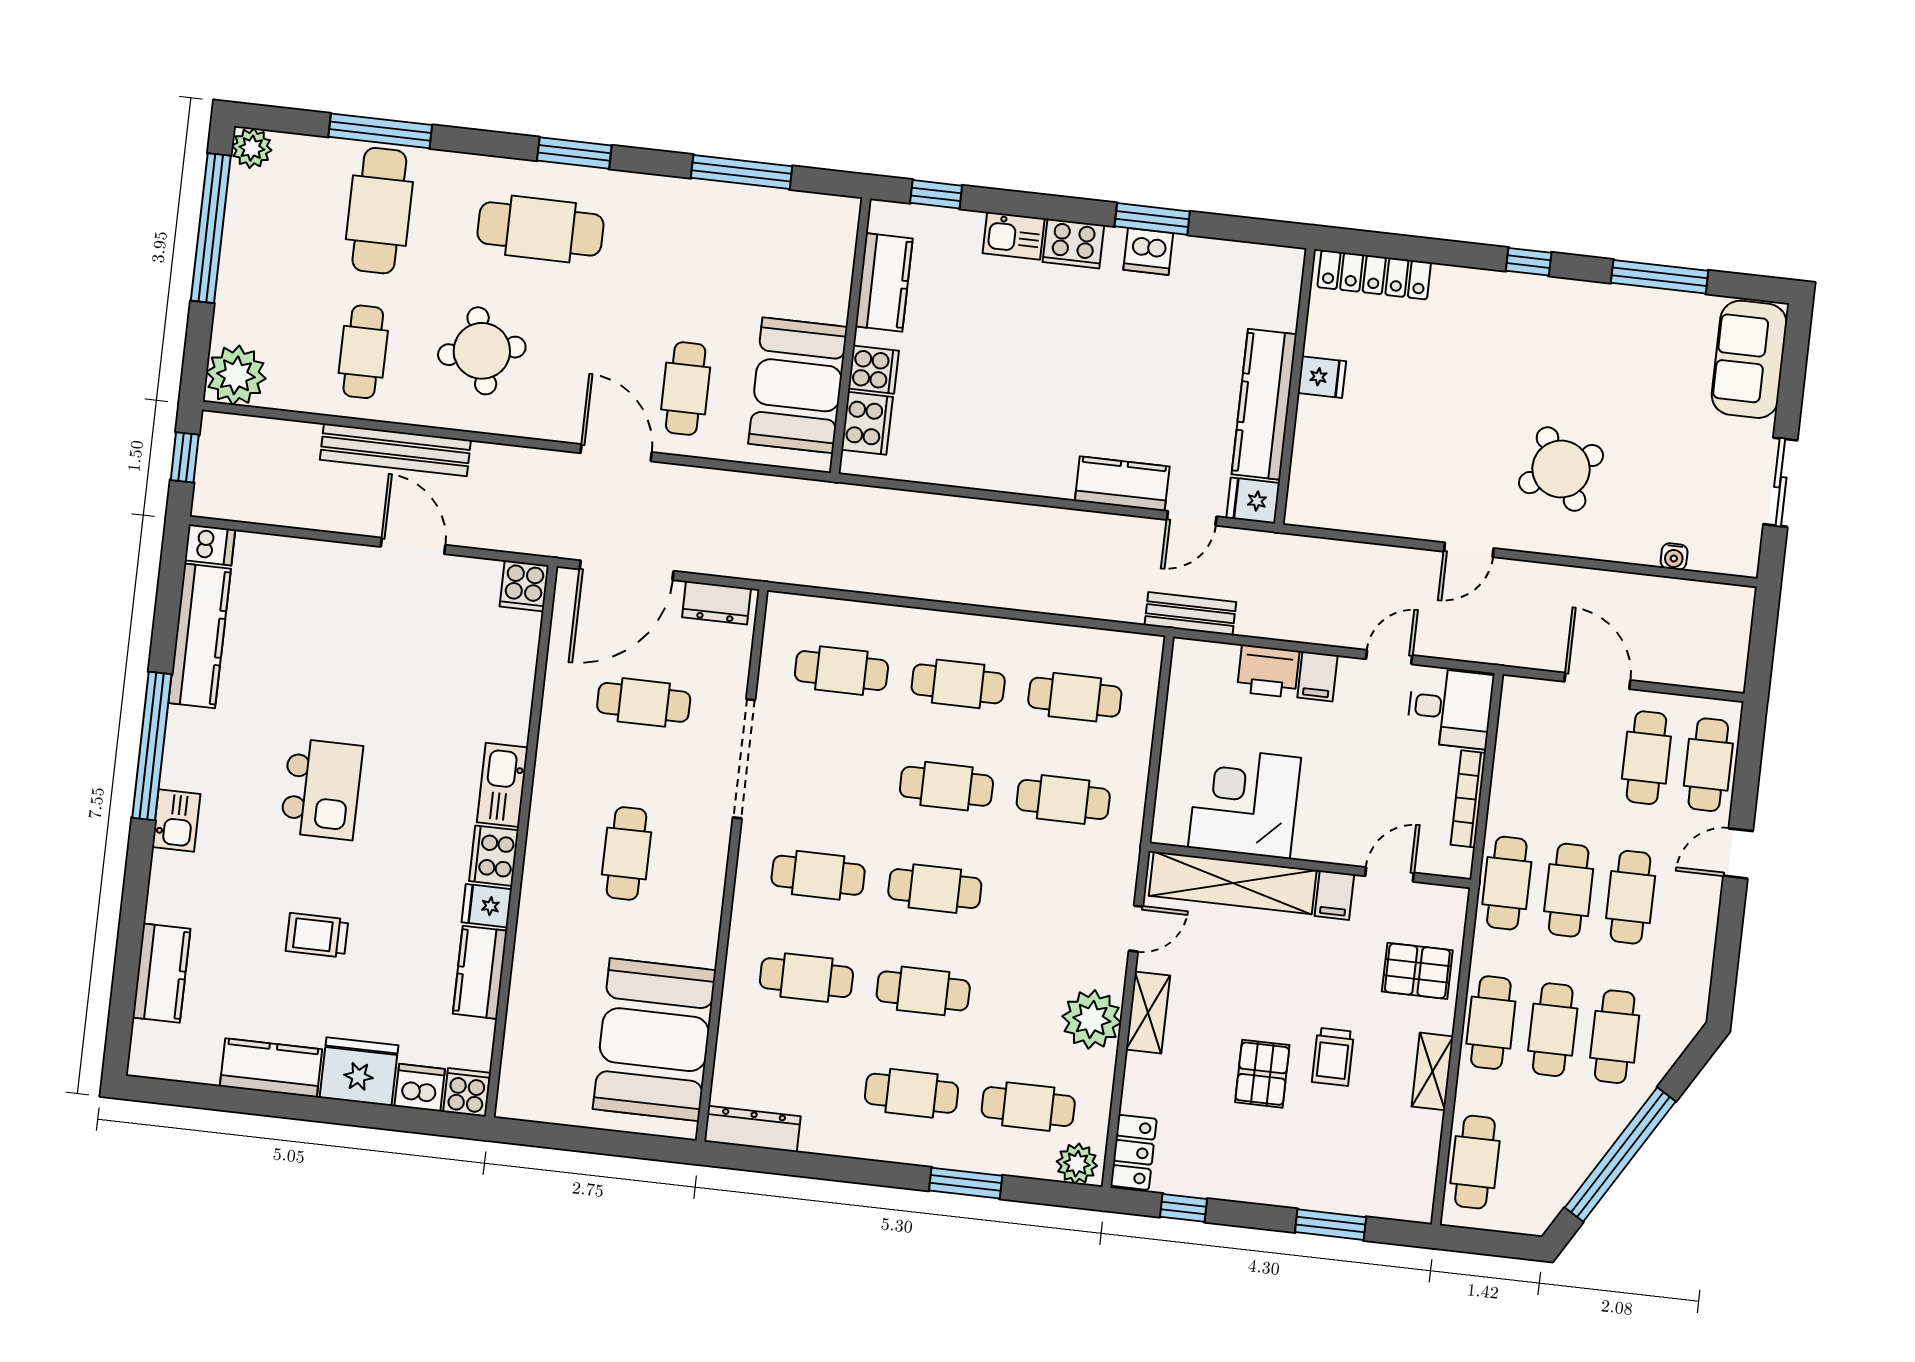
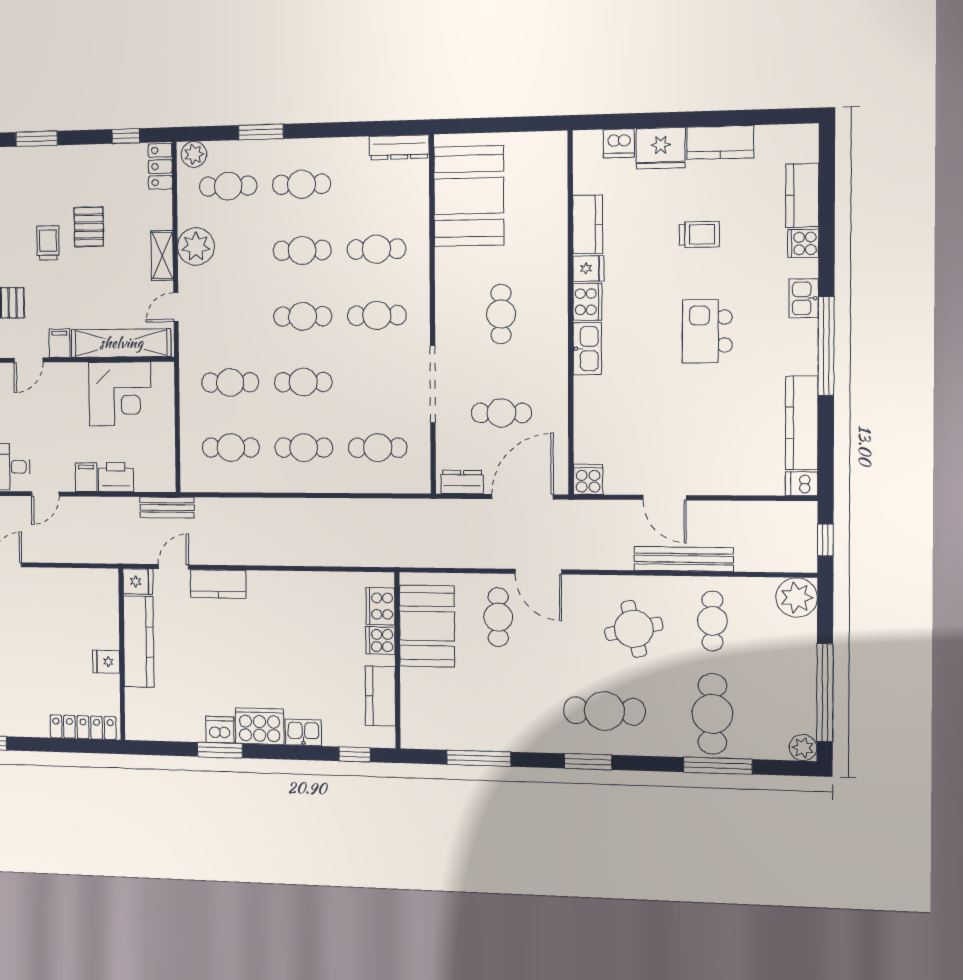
cooker: (1073, 244) -> (260, 726), width x1.37, depth x1.31
cooker: (467, 1092) -> (803, 243), moved, turned 90

